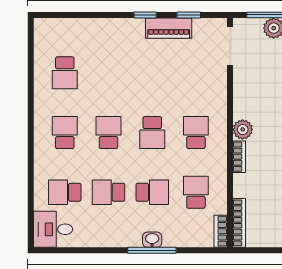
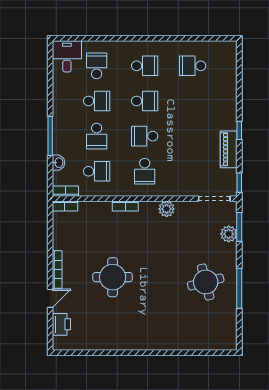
window: (189, 15) -> (239, 183), moved
plant: (243, 129) -> (167, 209), moved
school desk: (196, 133) -> (145, 171), turned 90
school desk: (108, 192) -> (97, 101), turned 90
bookcase: (239, 223) -> (65, 206), width x0.64
washbasin: (152, 240) -> (59, 163), moved

